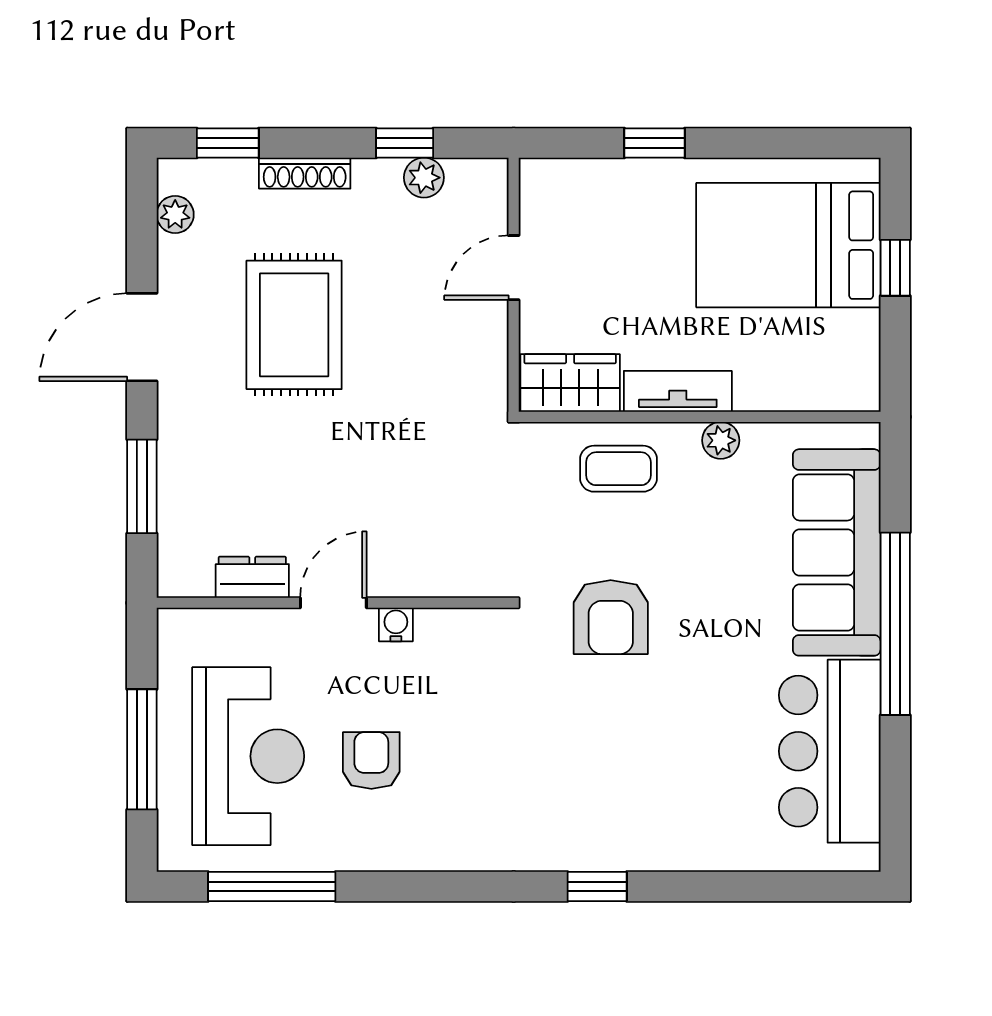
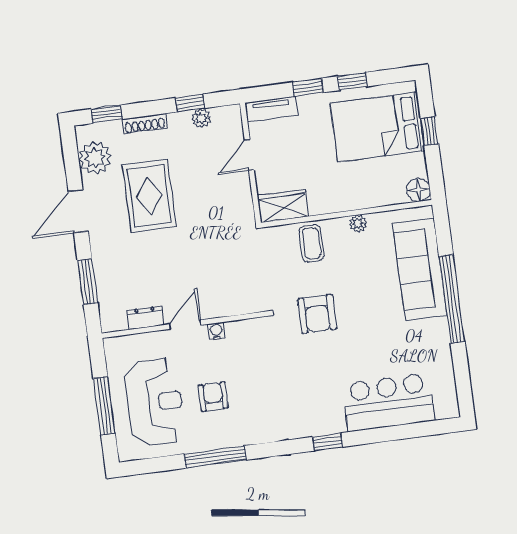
window: (748, 143) -> (352, 81), added
plant: (175, 215) -> (95, 158), width x1.88, depth x1.88
floor lamp: (856, 387) -> (418, 190), added
tv unit: (678, 391) -> (271, 109), moved, turned 180
coffee table: (618, 469) -> (311, 243), turned 90
bar counter: (830, 751) -> (388, 402), moved, turned 90
window: (272, 886) -> (215, 457), moved

